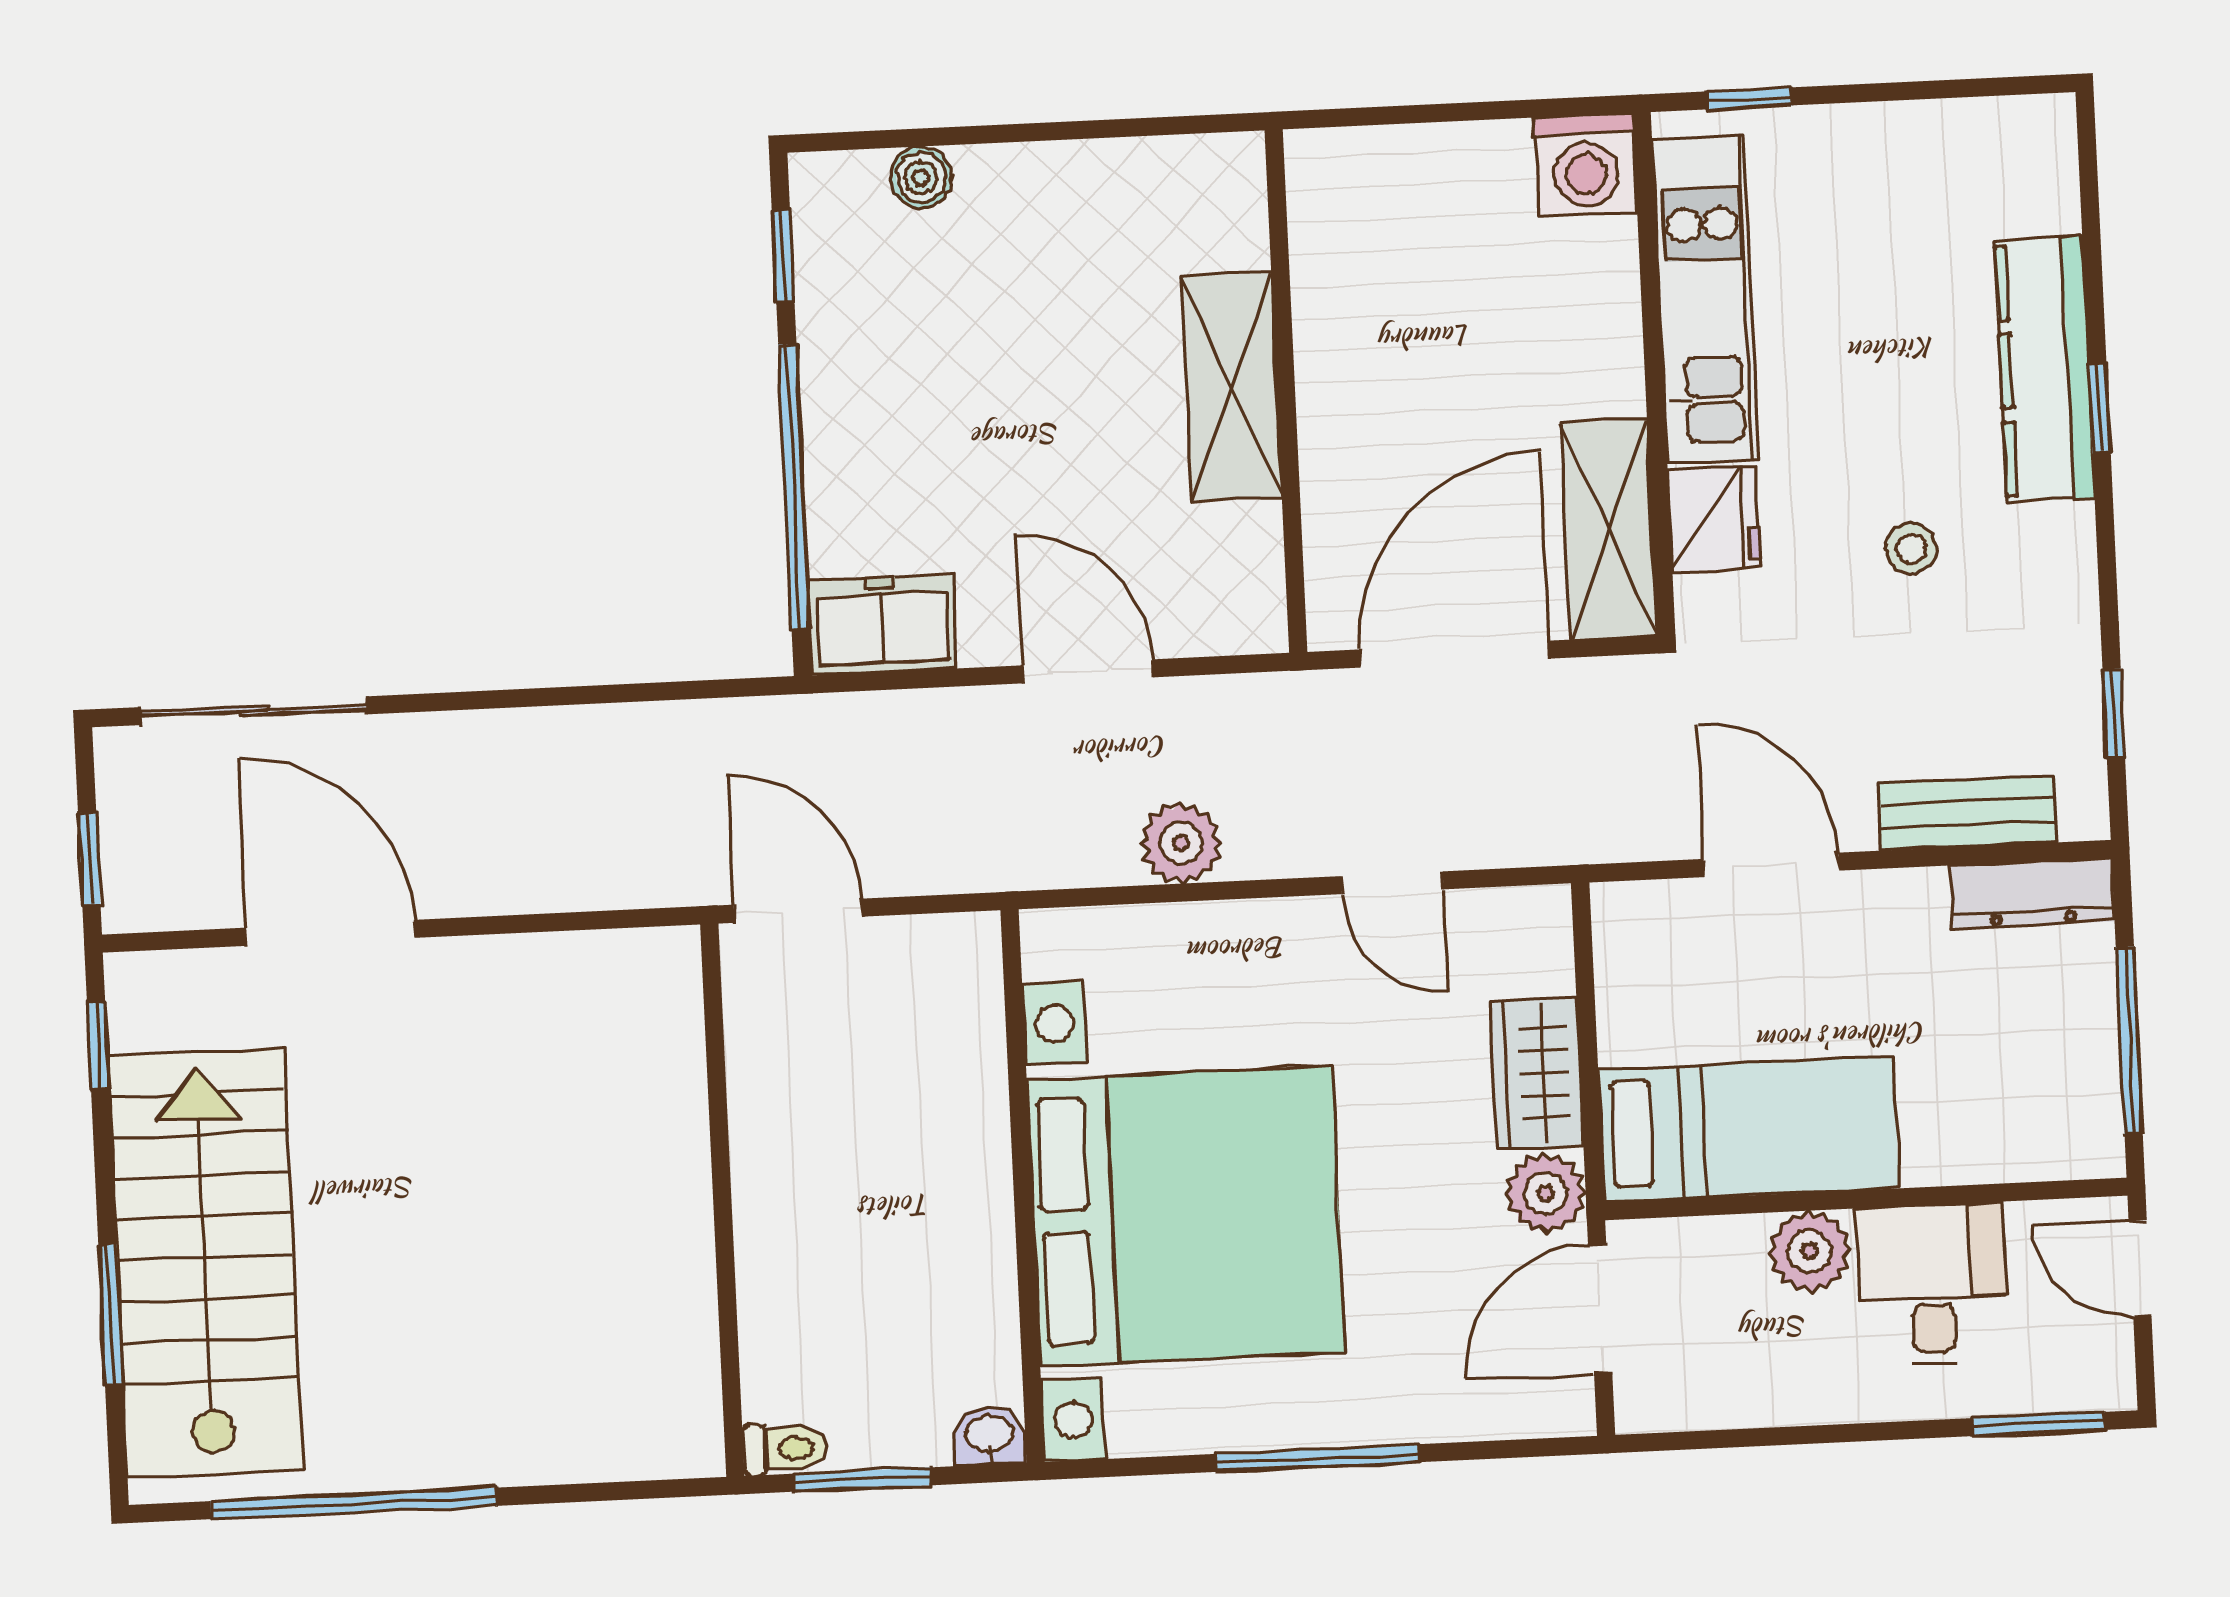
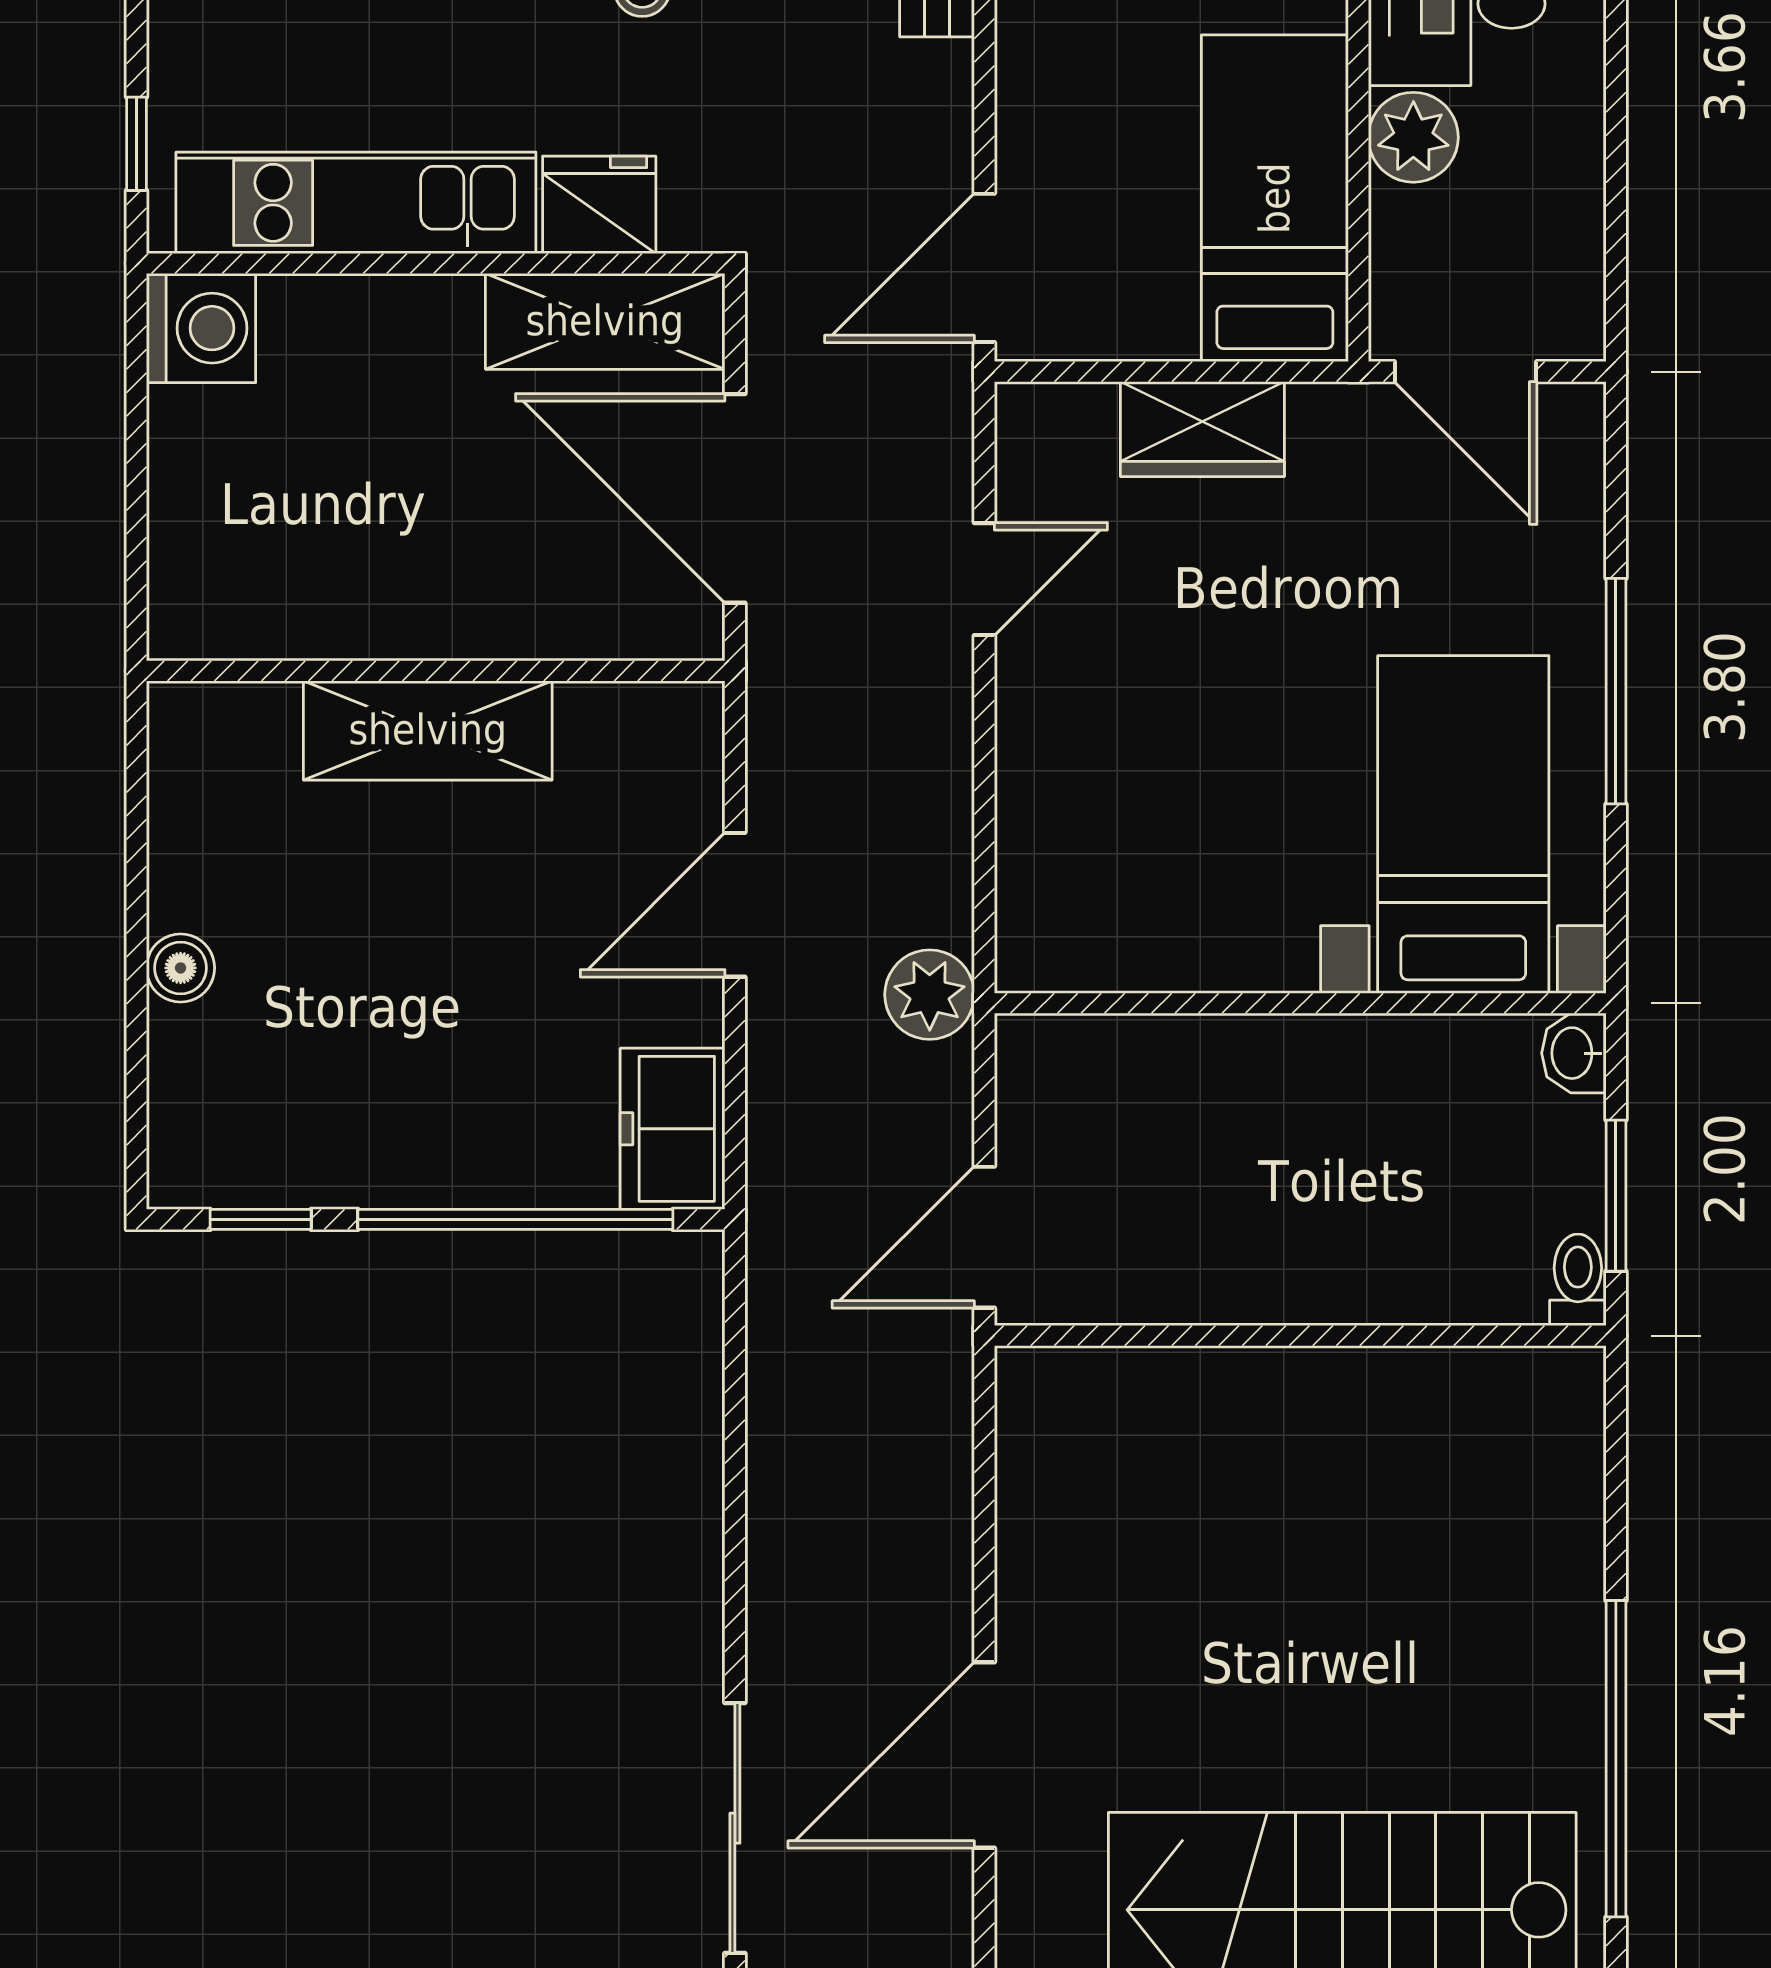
boiler: (921, 177) -> (181, 968), moved
plant: (1181, 843) -> (930, 995), moved
door: (1771, 865) -> (984, 268), moved
plant: (1546, 1193) -> (1335, 426), removed
bed with nightstands: (1186, 1216) -> (1463, 824), width x0.54

